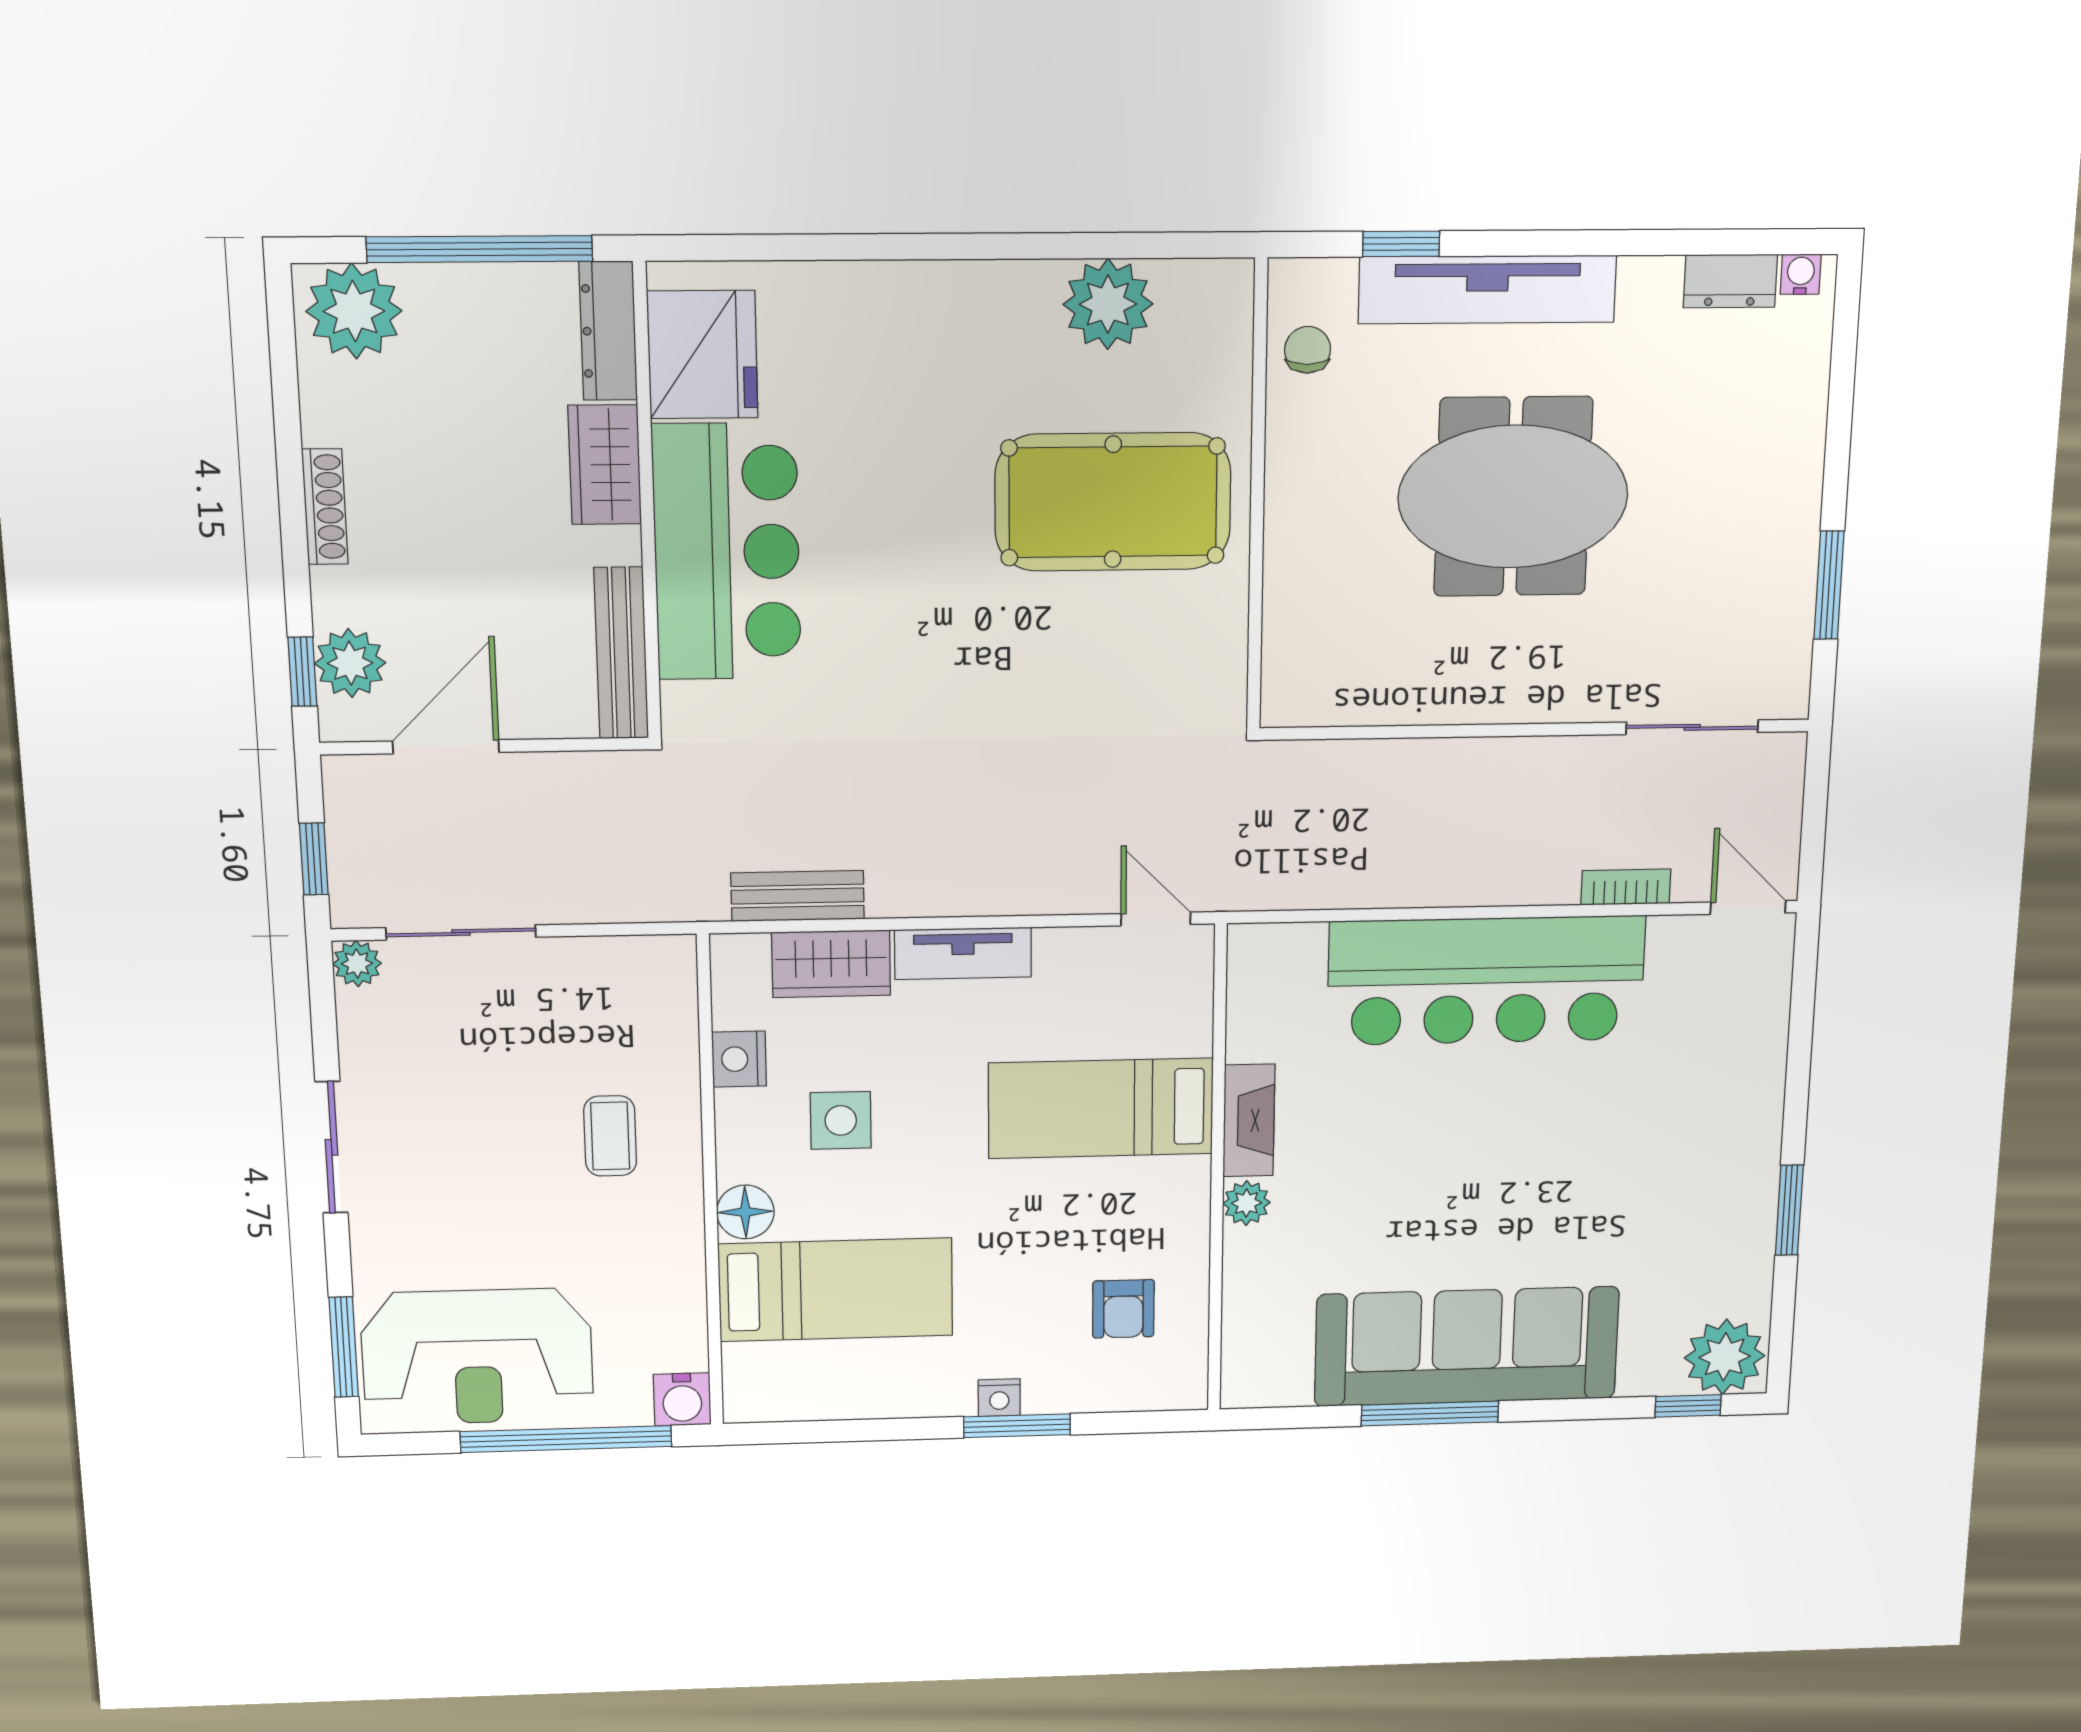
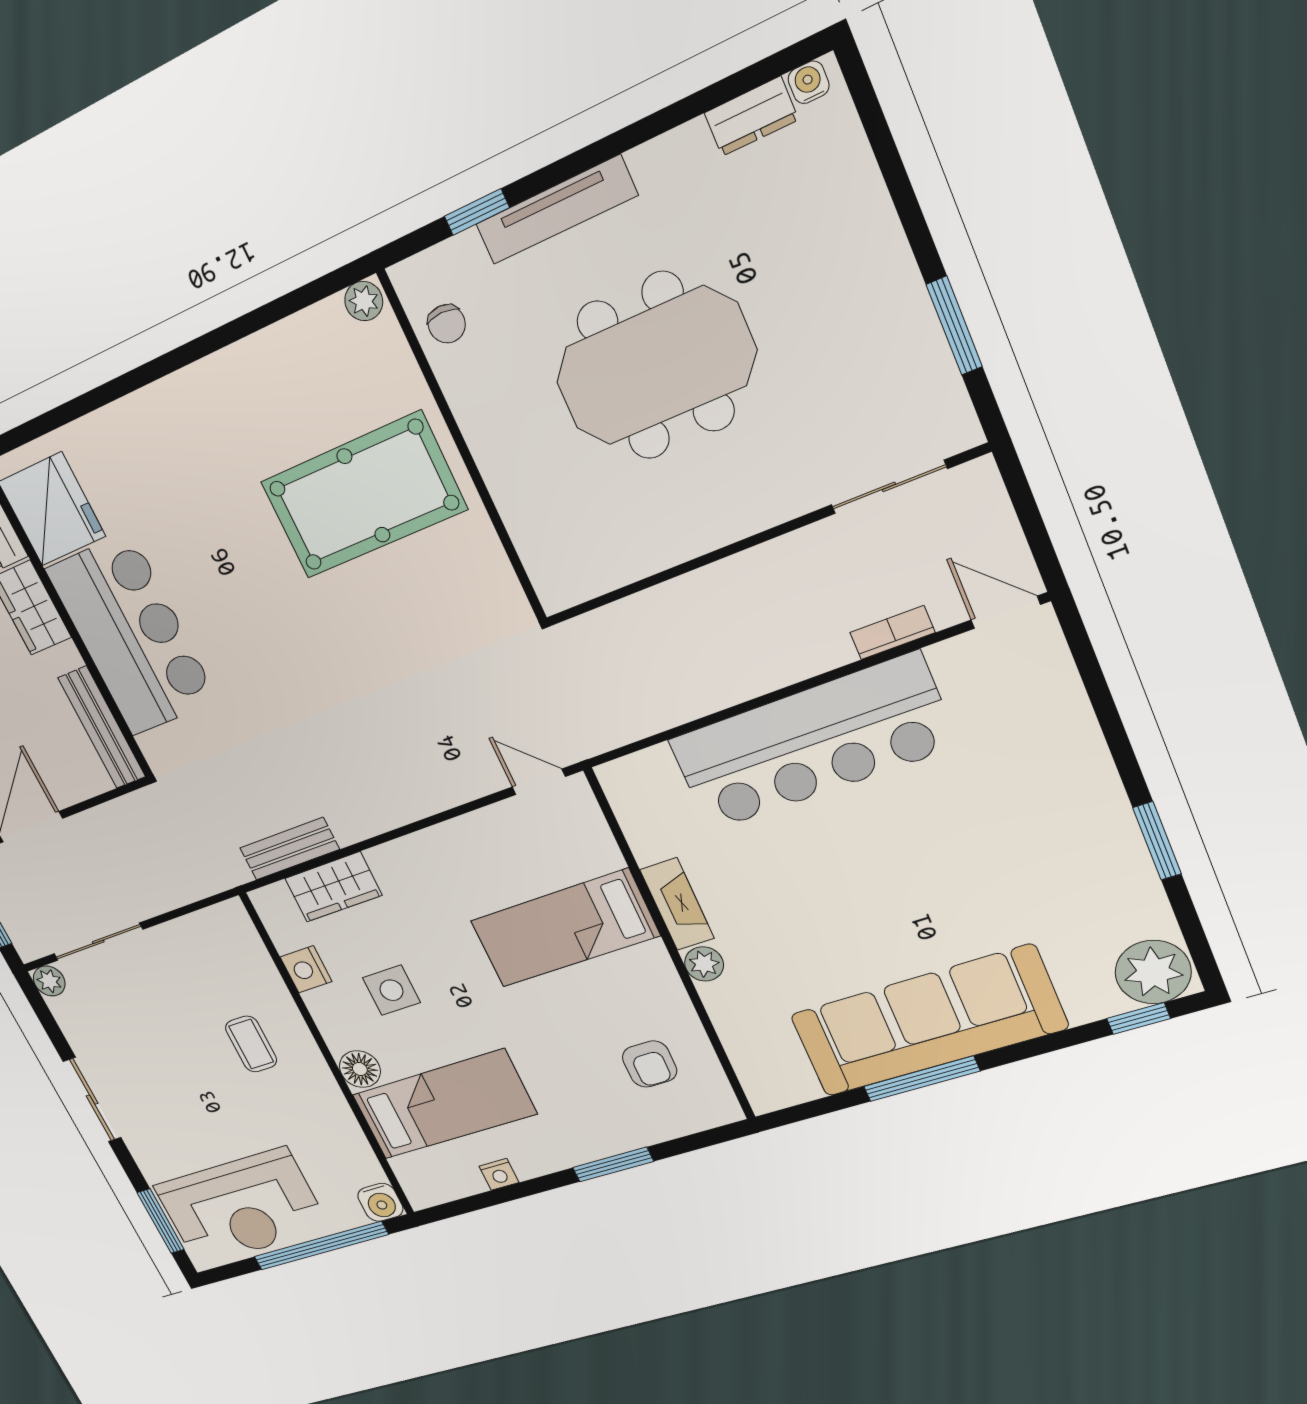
tv unit: (1487, 290) -> (556, 210), width x0.73, depth x0.78
plant: (1108, 304) -> (364, 301), moved, width x0.53, depth x0.53
chair: (1308, 350) -> (447, 324), turned 180
tv unit: (963, 953) -> (417, 851), removed
nightstand: (999, 1398) -> (499, 1174), moved

